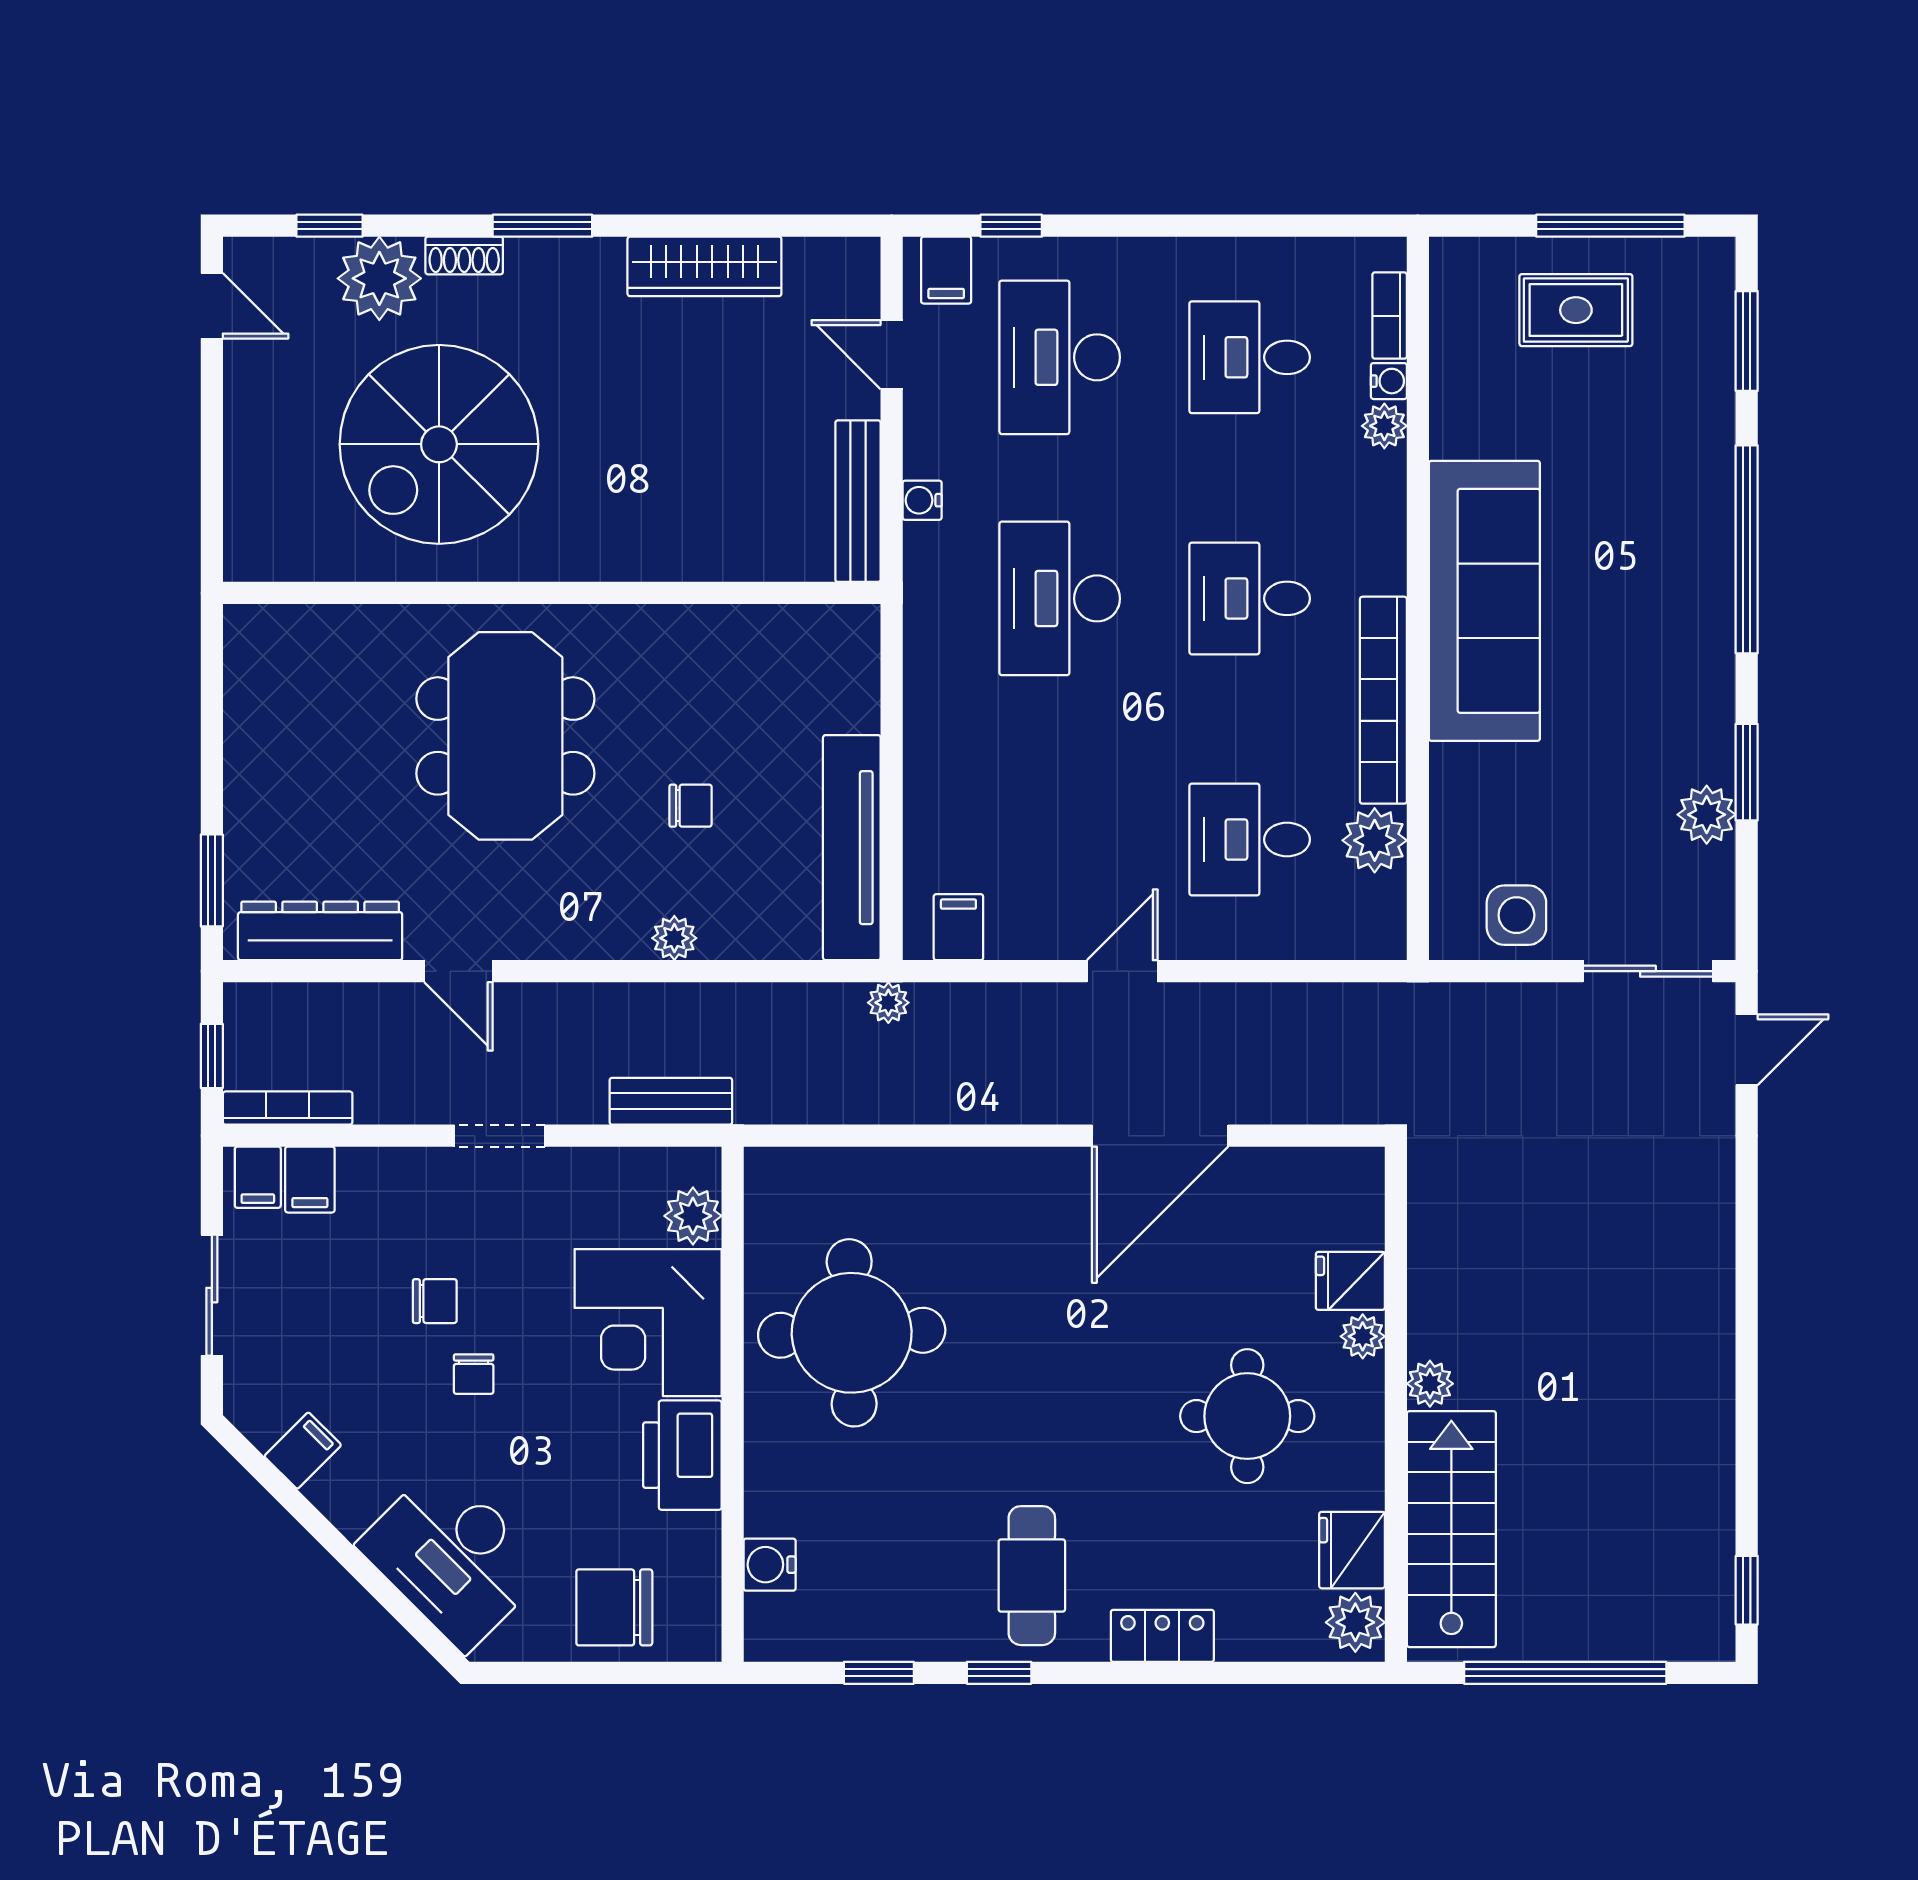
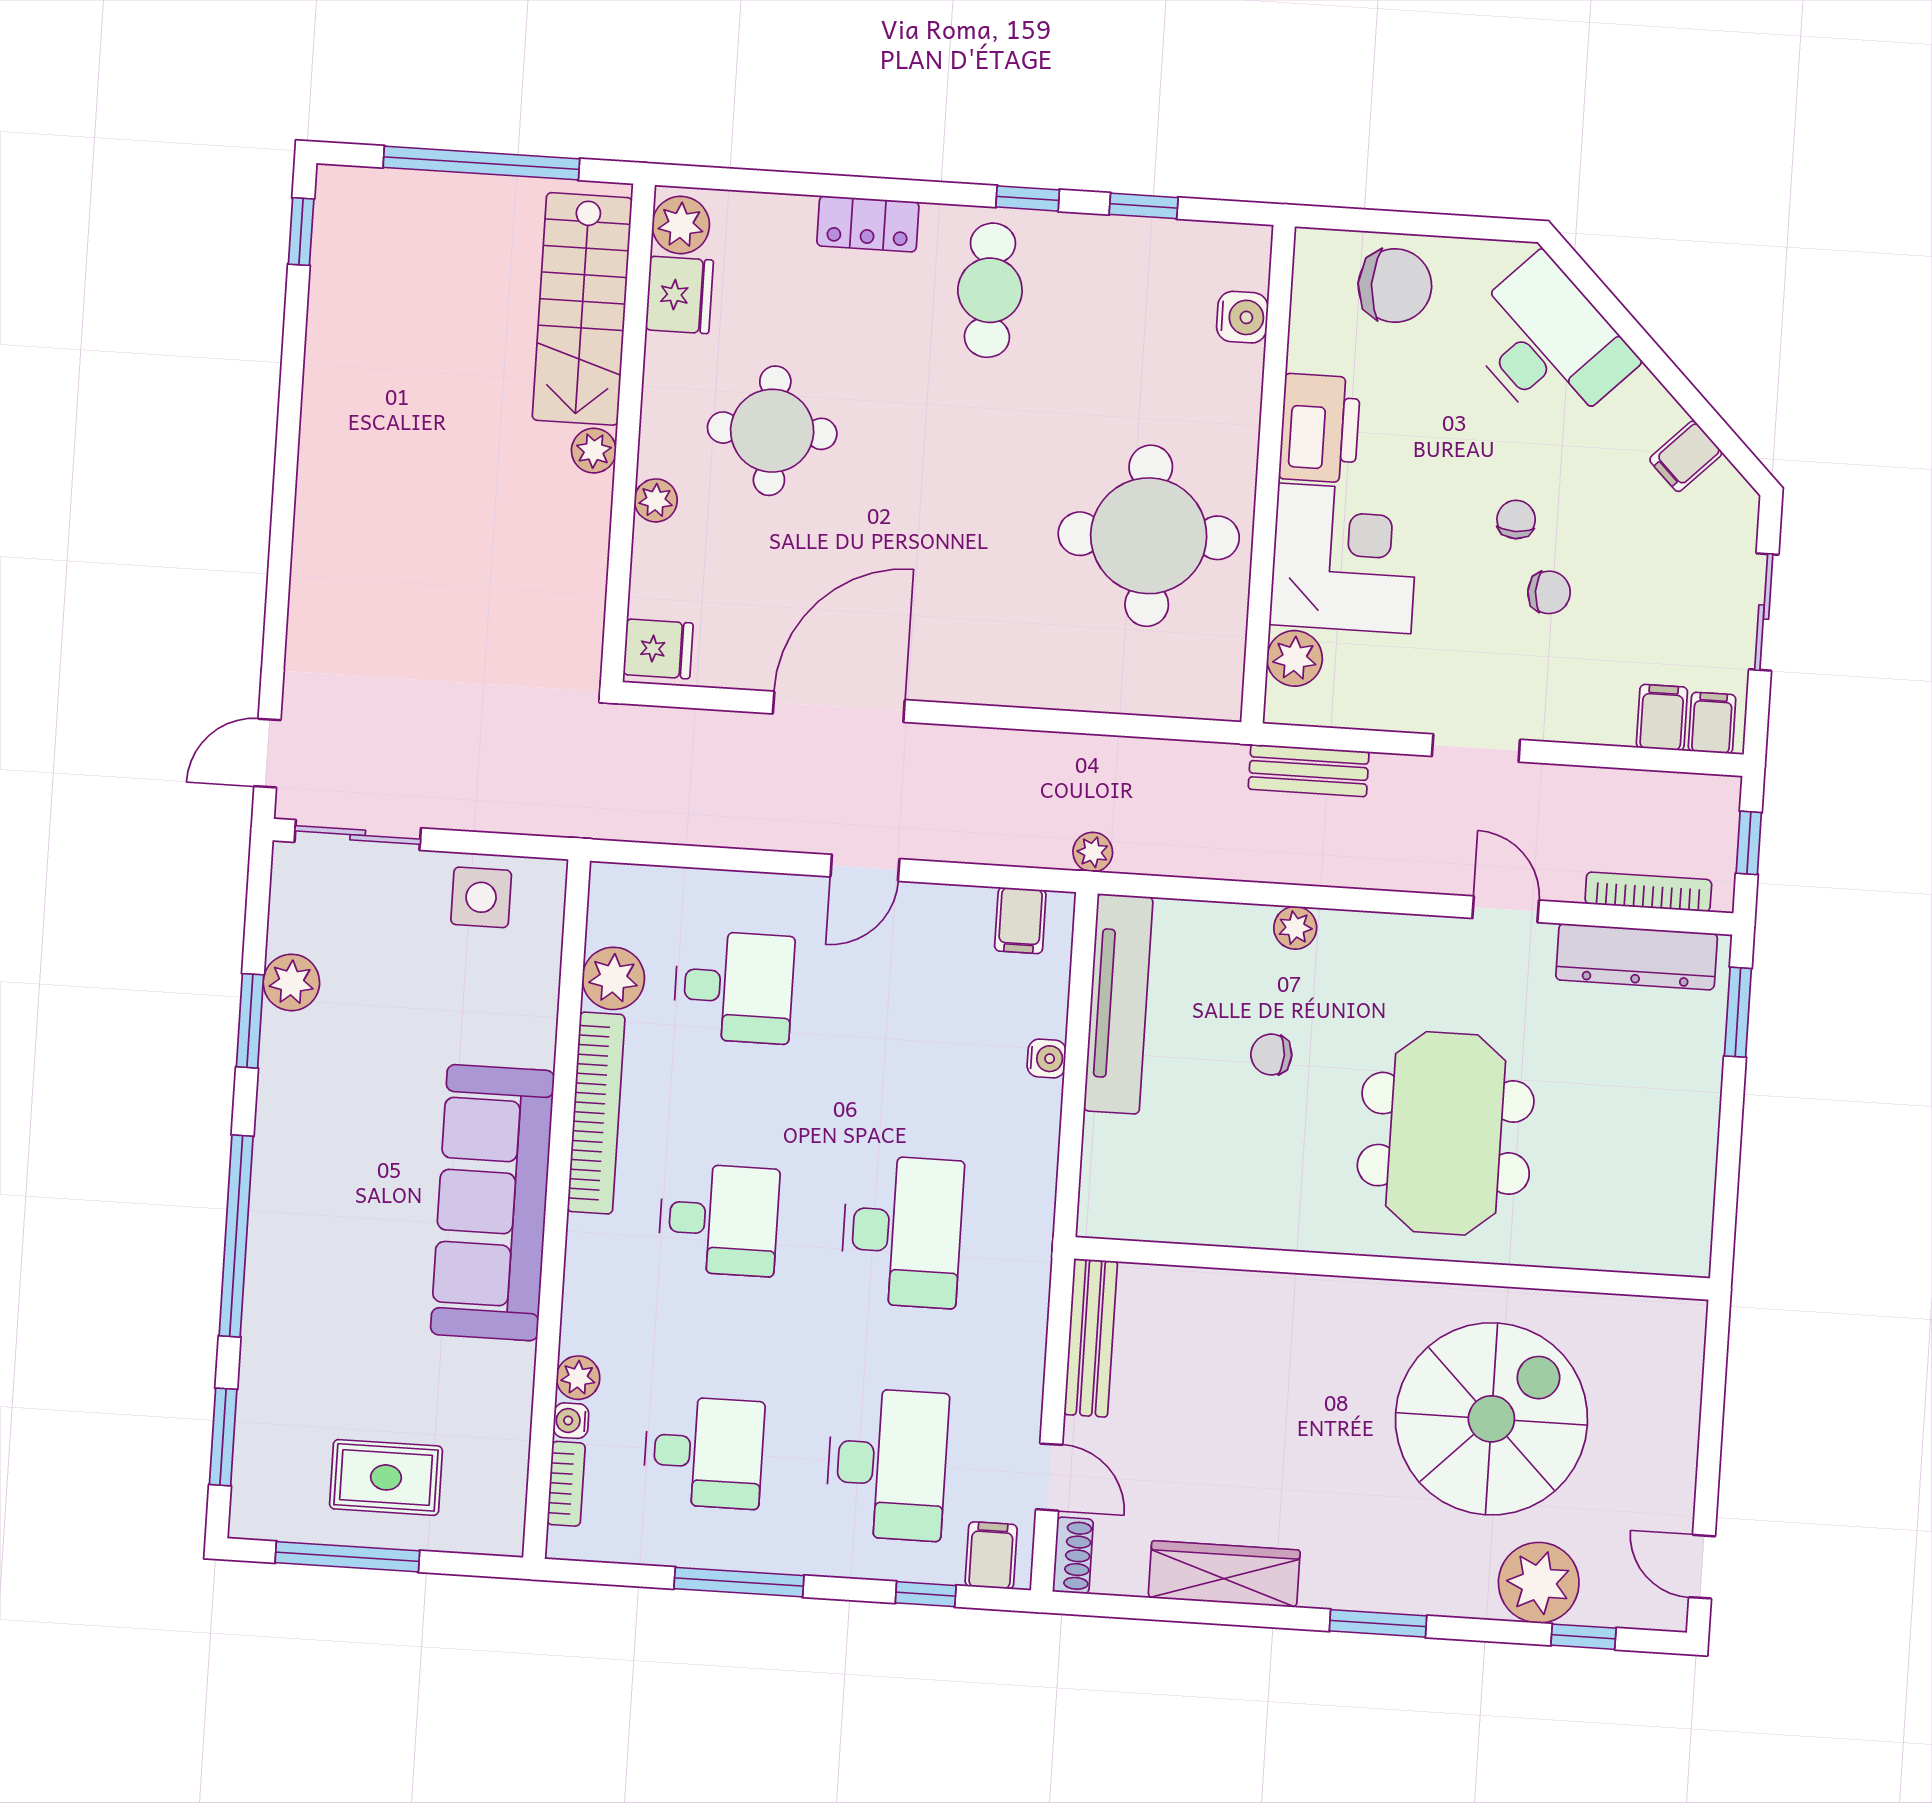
window: (1205, 226) -> (739, 1582), added
shoe rack: (464, 255) -> (1073, 1555), moved, turned 90
water cooler: (922, 500) -> (1047, 1058), moved
bookcase: (288, 1108) -> (1648, 892), moved, turned 180
fridge: (1350, 1281) -> (658, 649), moved
chair: (435, 1301) -> (1549, 592), turned 180

